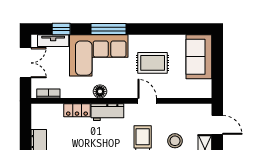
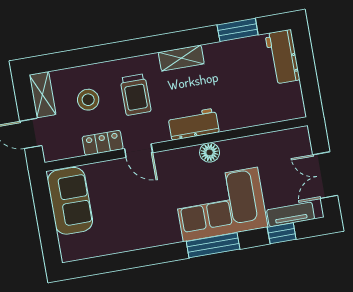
sofa: (199, 57) -> (70, 201), moved
rug: (153, 63) -> (140, 207), removed
bookcase: (48, 94) -> (284, 136), removed
locker: (77, 110) -> (103, 143), moved

